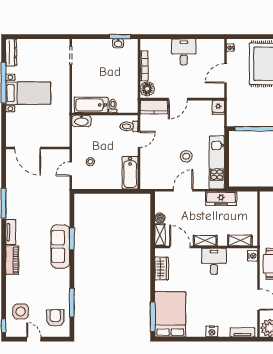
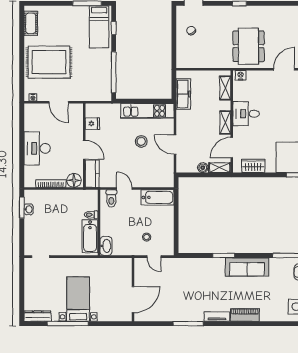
desk: (184, 52) -> (37, 148), width x1.37
fridge: (218, 107) -> (92, 124), moved
freezer: (221, 198) -> (183, 94), moved
sofa: (60, 246) -> (247, 267), moved

